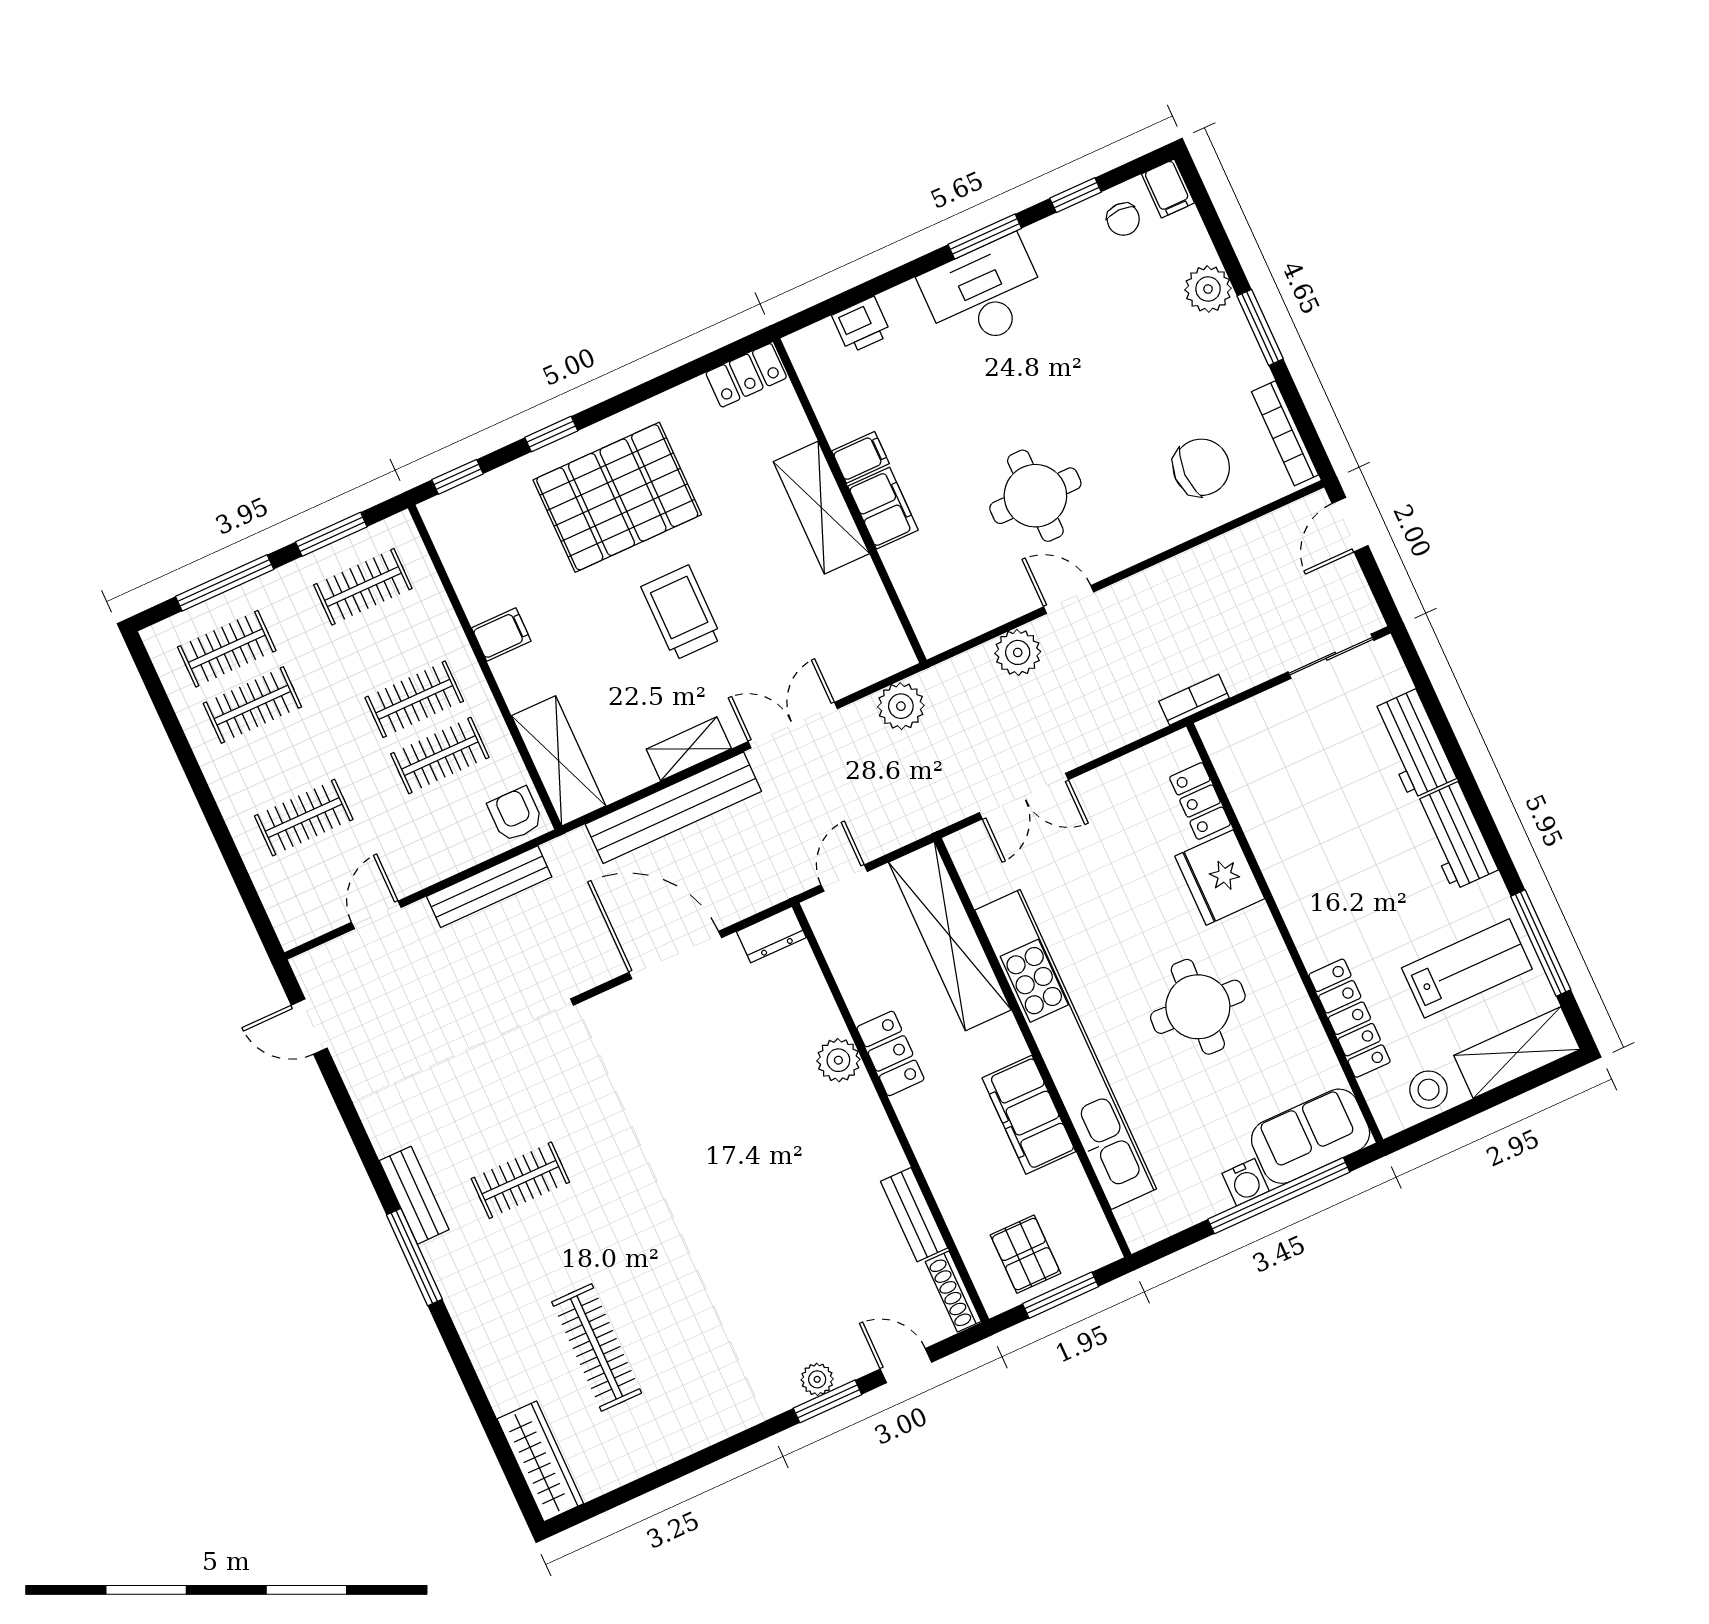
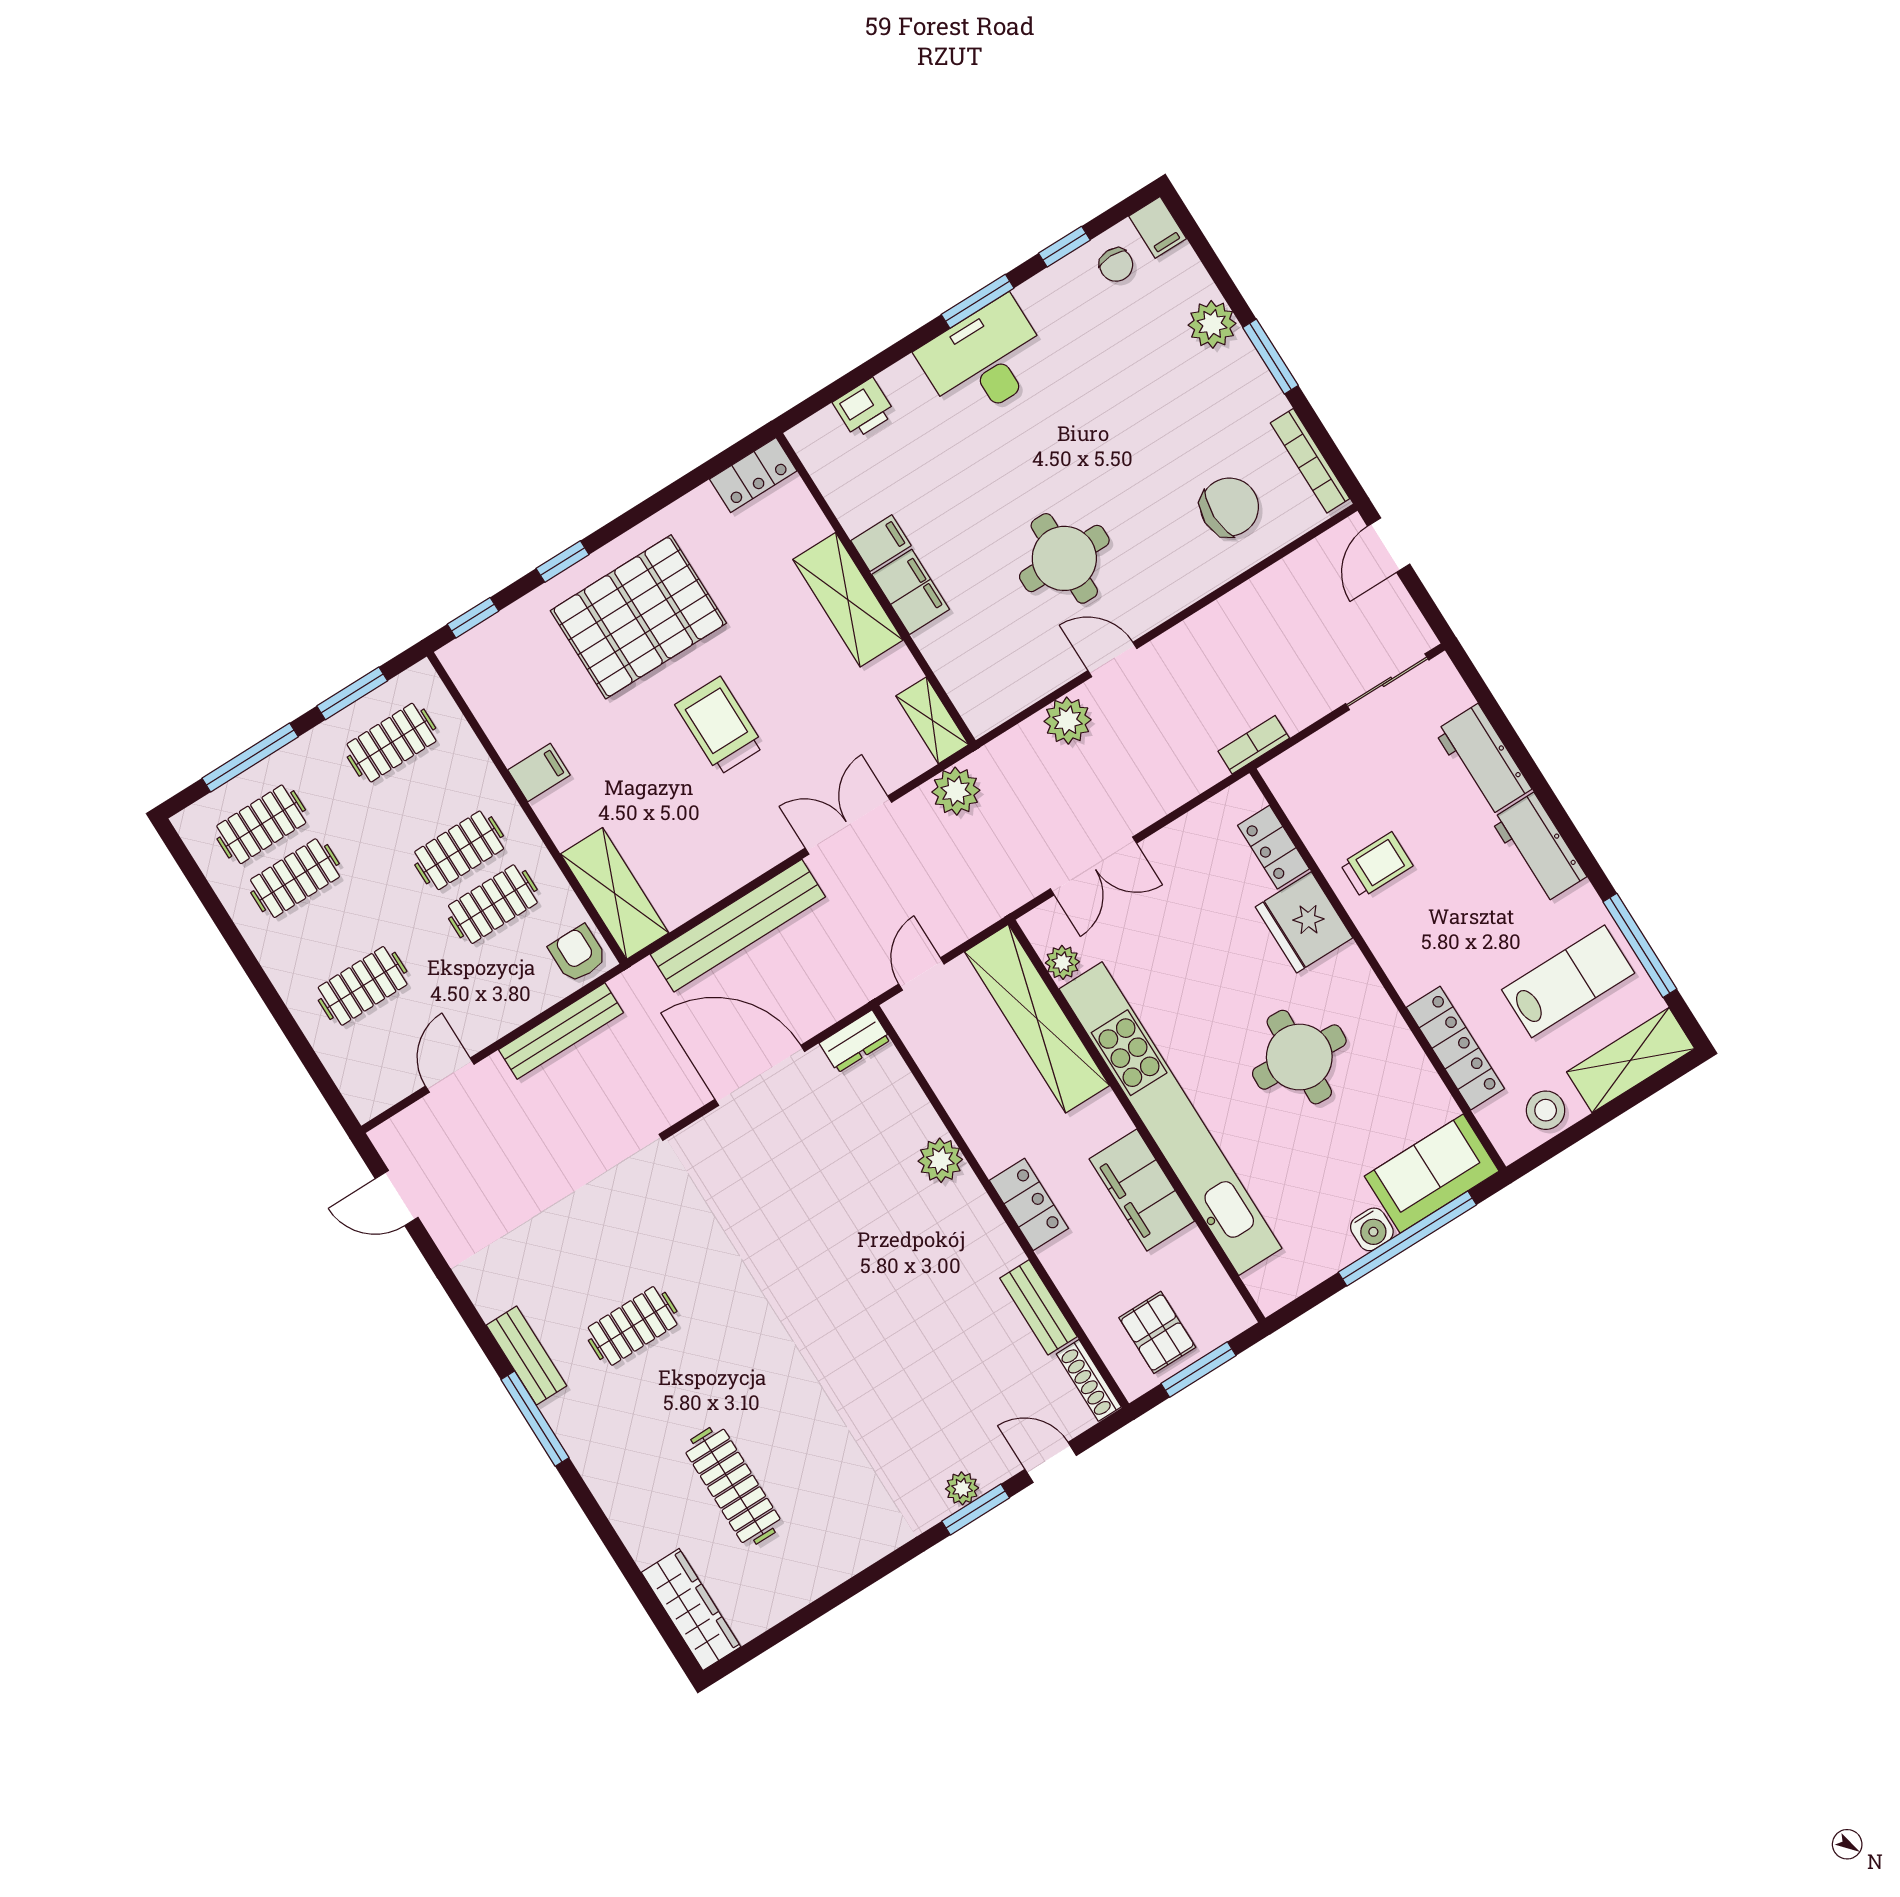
shelving: (689, 749) -> (932, 720), moved, turned 90
trolley: (1297, 831) -> (1377, 865), added
plant: (982, 885) -> (1062, 962), added
locker: (890, 1053) -> (1029, 1204), moved

